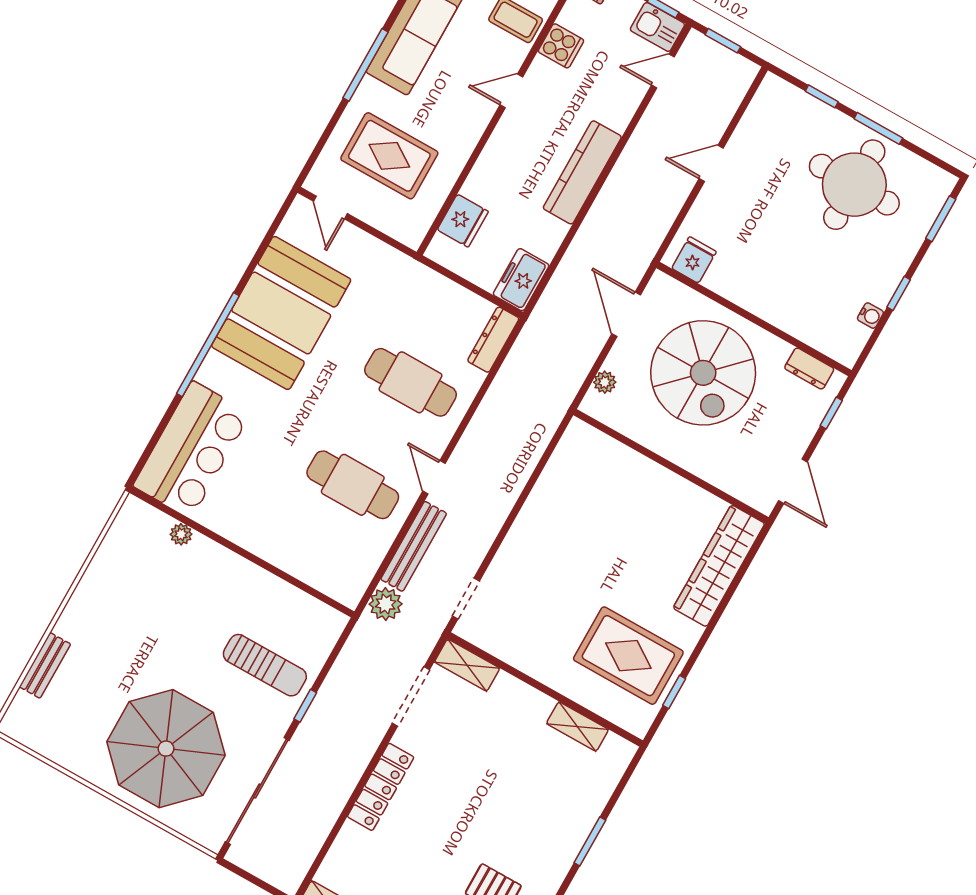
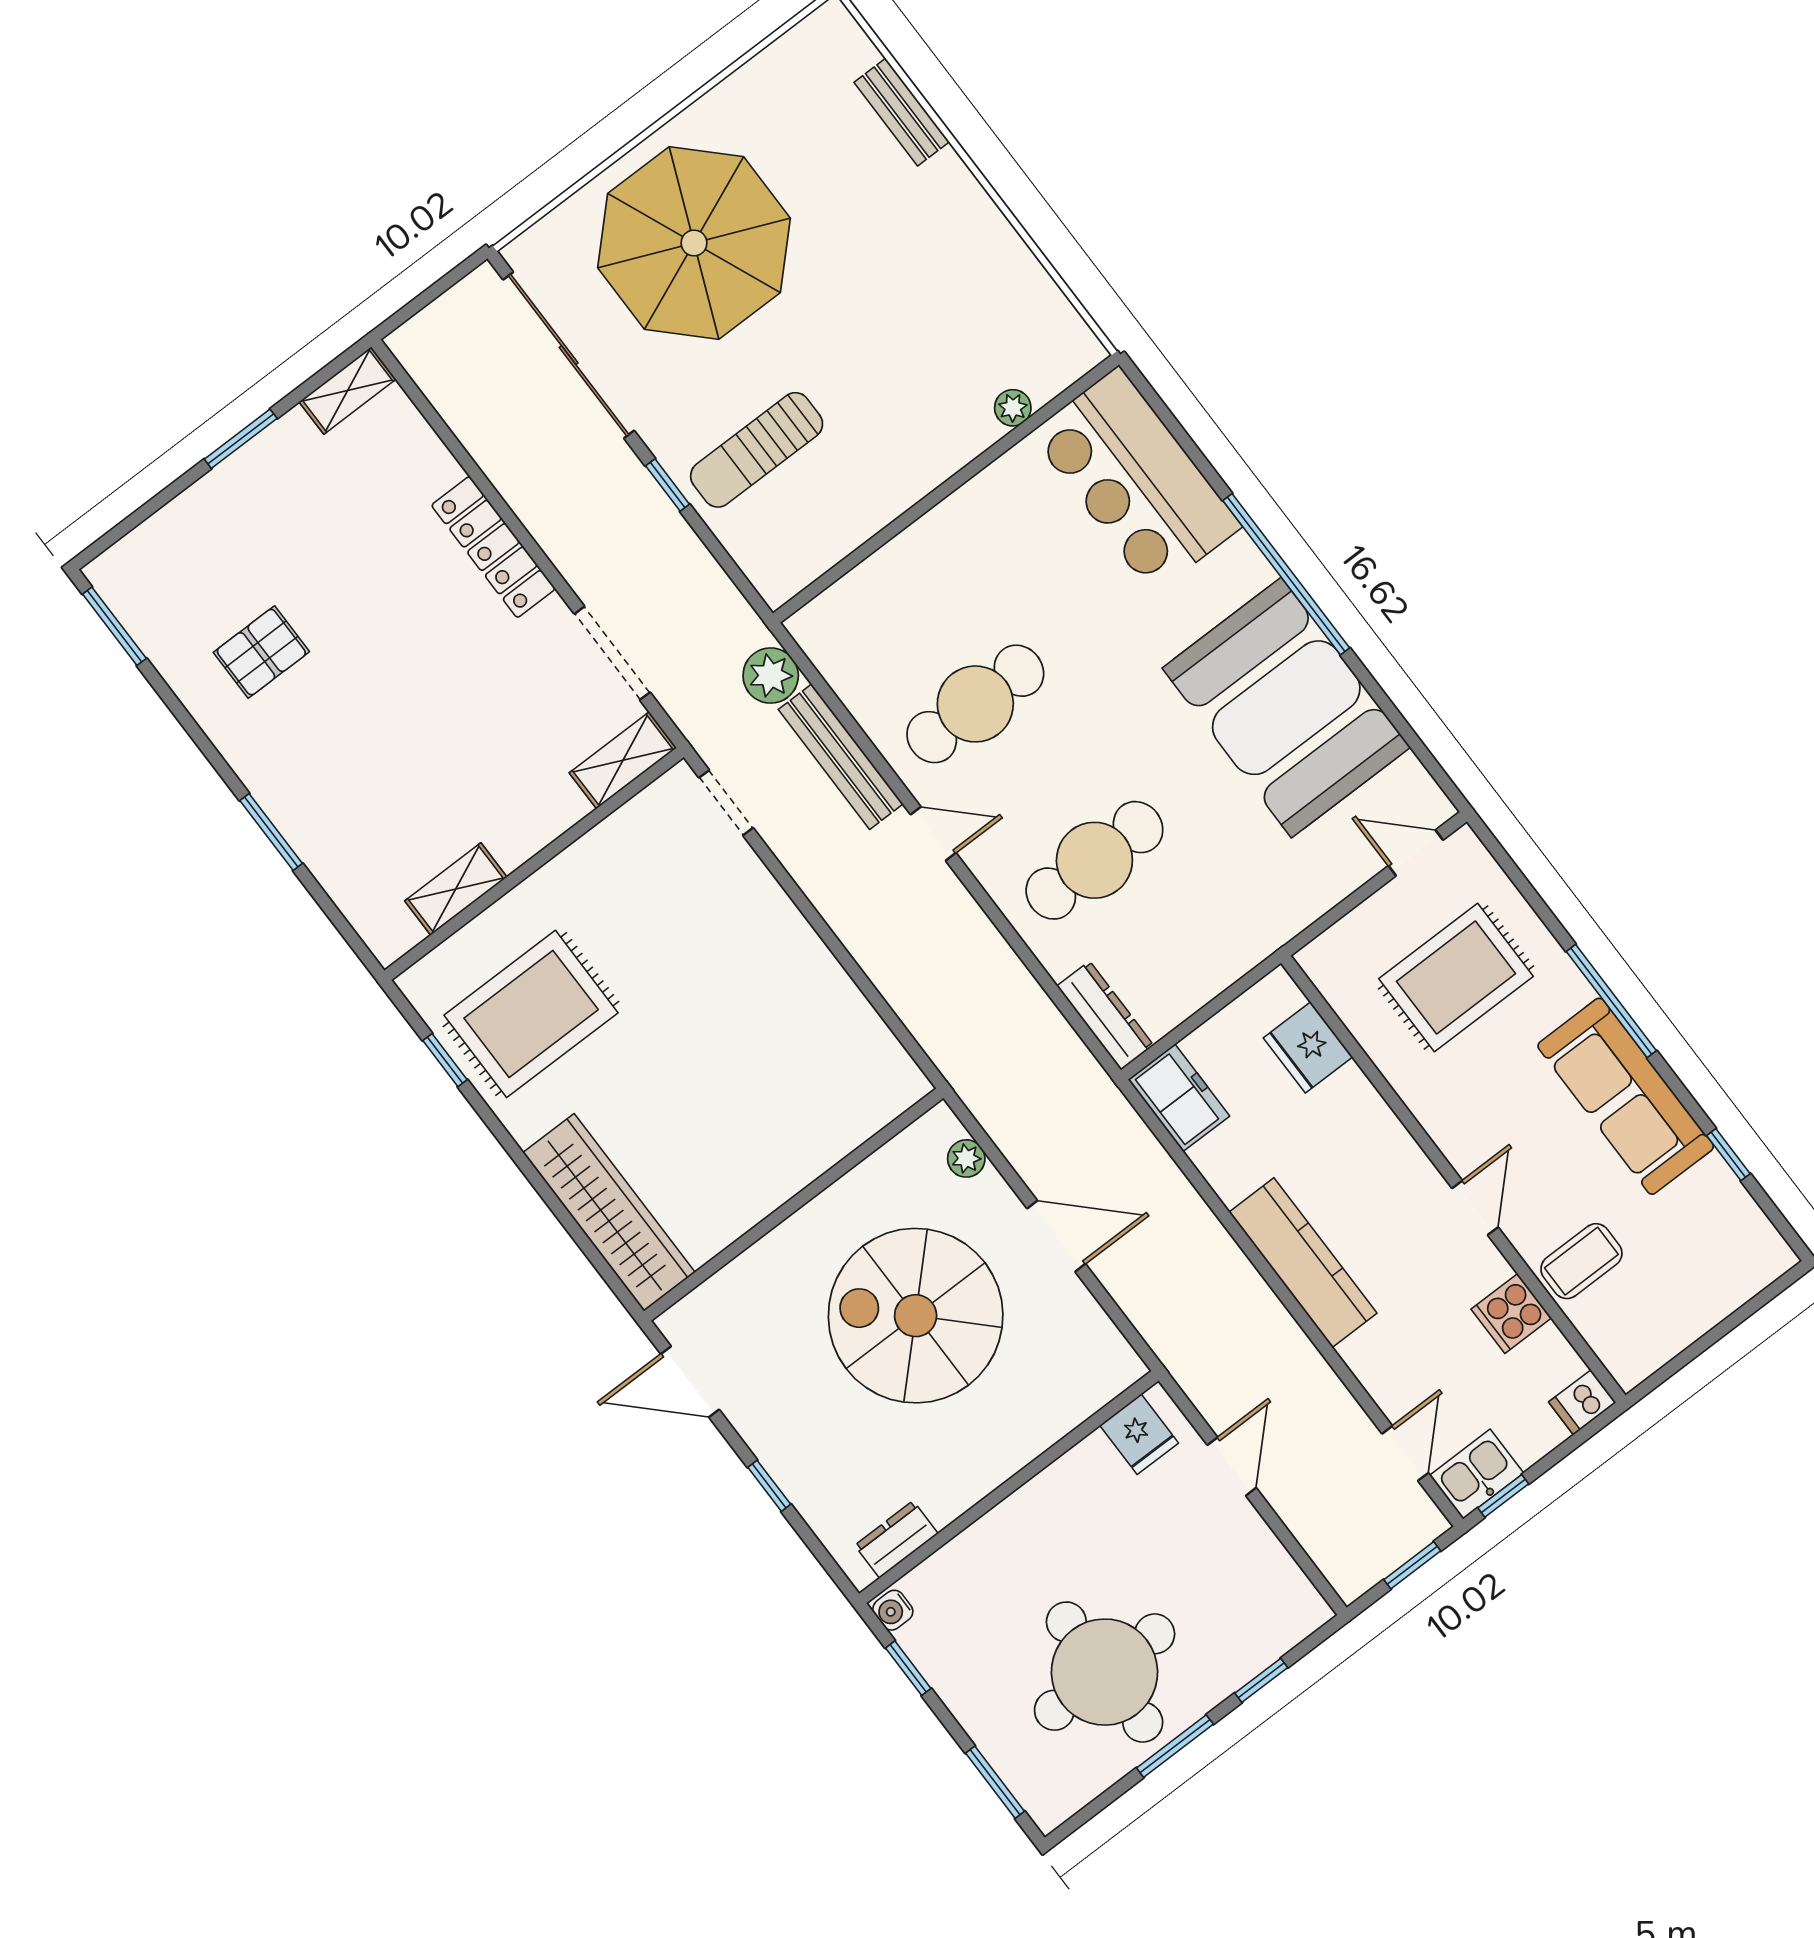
fridge: (694, 260) -> (1139, 1434), moved
wall: (754, 319) -> (1009, 1487), moved
dresser: (809, 368) -> (896, 1539), moved

